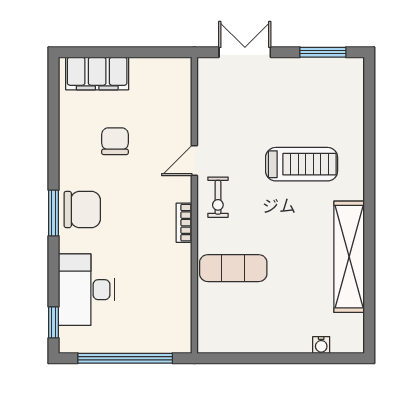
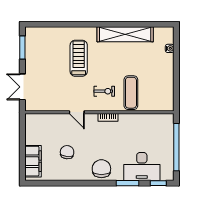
chair: (115, 141) -> (67, 152), turned 96
exercise bike: (218, 197) -> (104, 91), moved
window: (53, 213) -> (128, 183), moved

